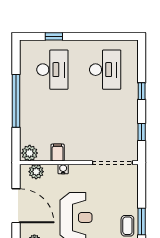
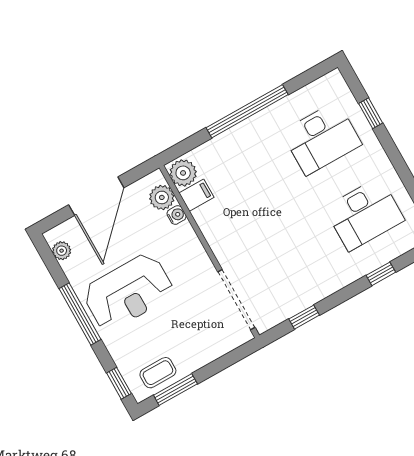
window: (142, 91) -> (381, 274), moved
filing cabinet: (58, 153) -> (196, 195), moved
water cooler: (63, 169) -> (177, 215), moved

